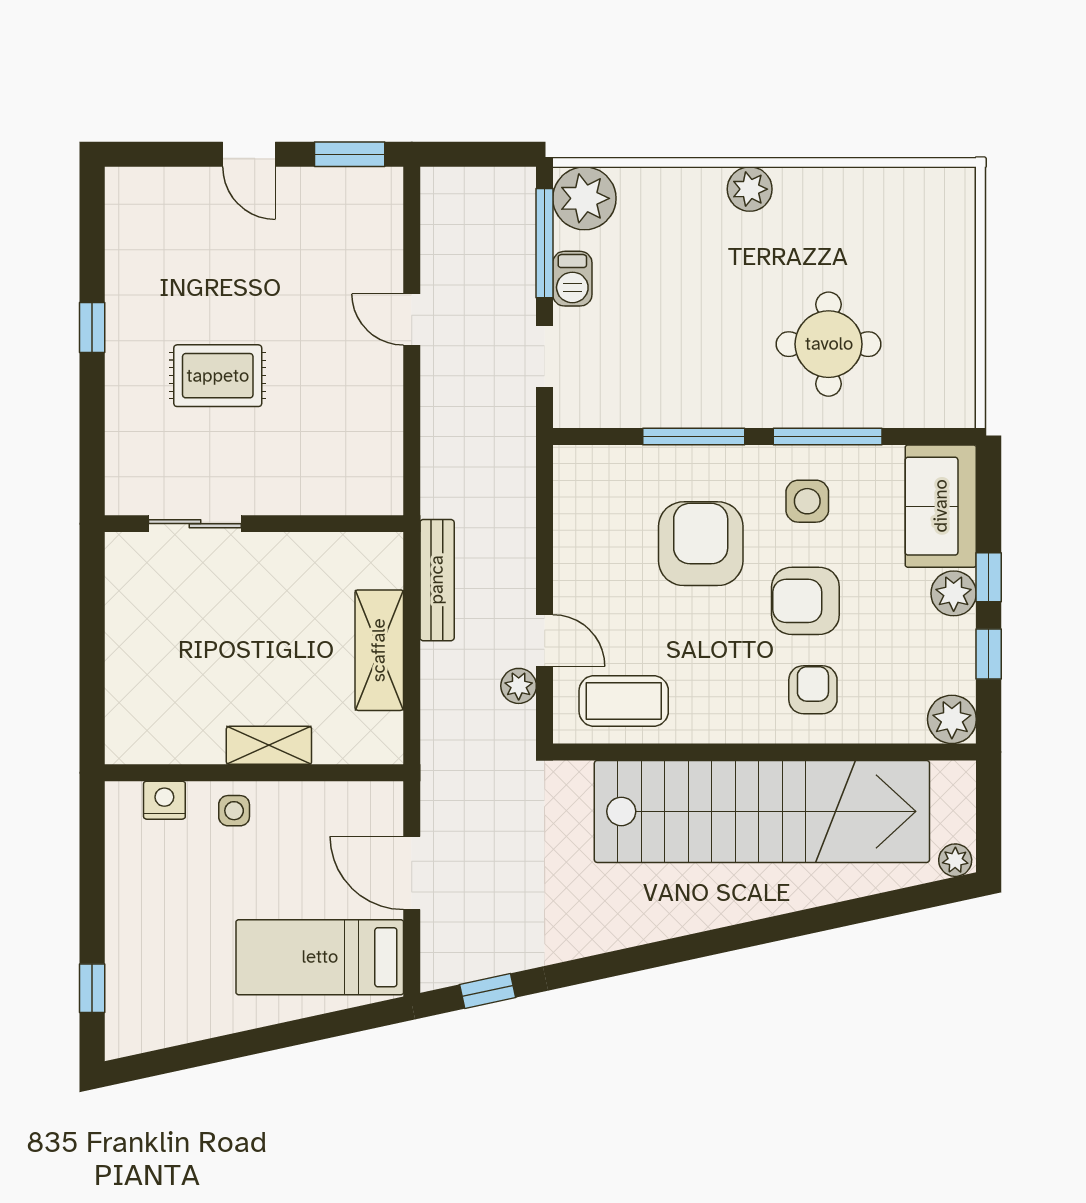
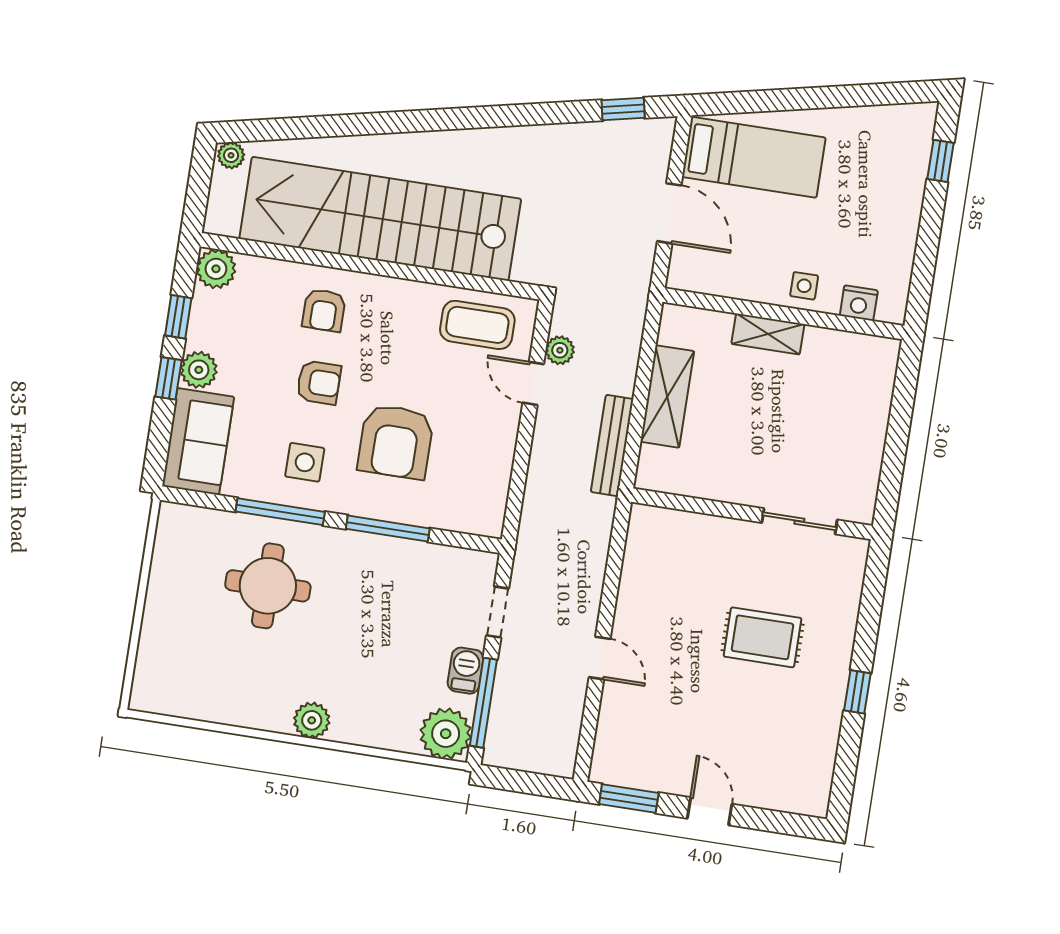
armchair: (805, 601) -> (319, 382), width x0.72, depth x0.72

